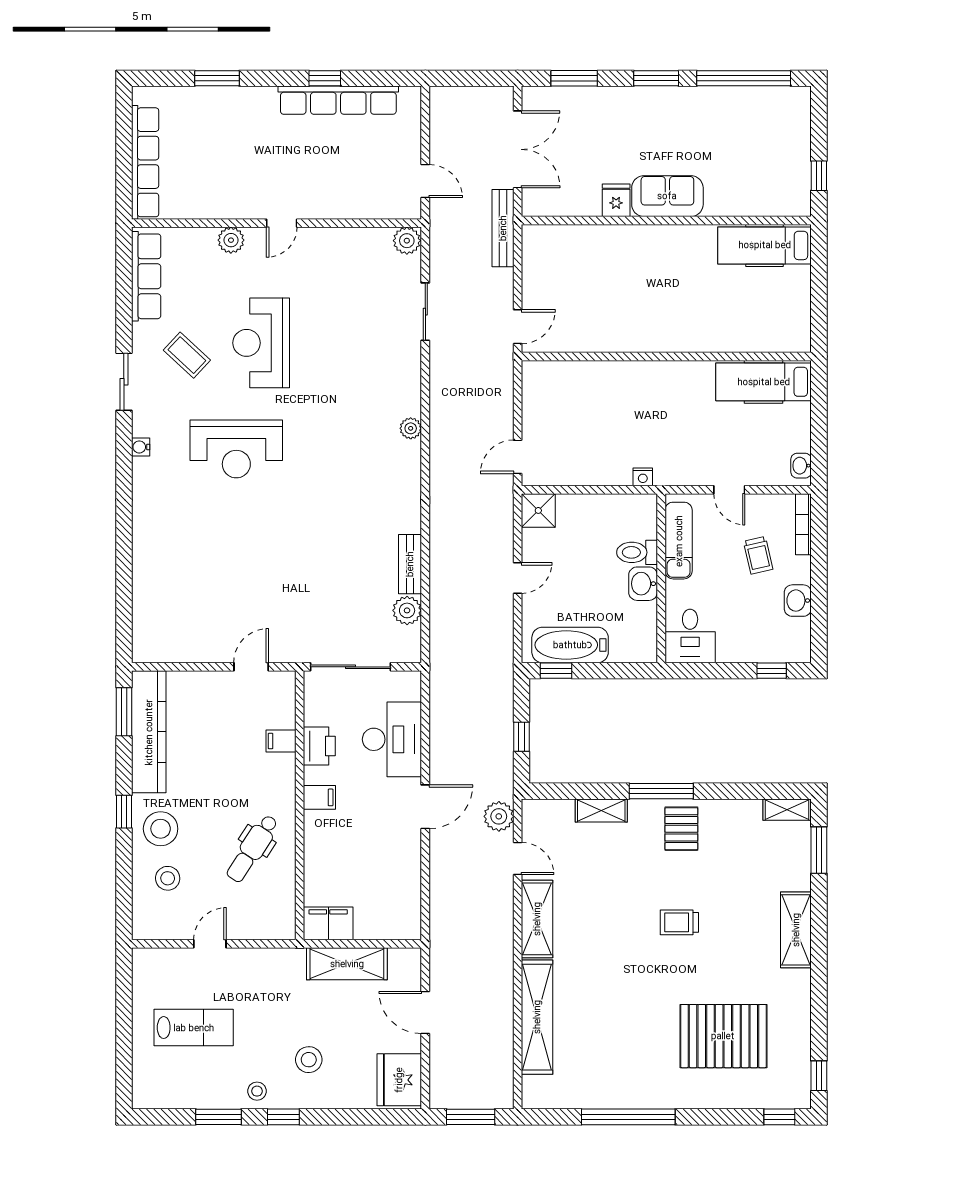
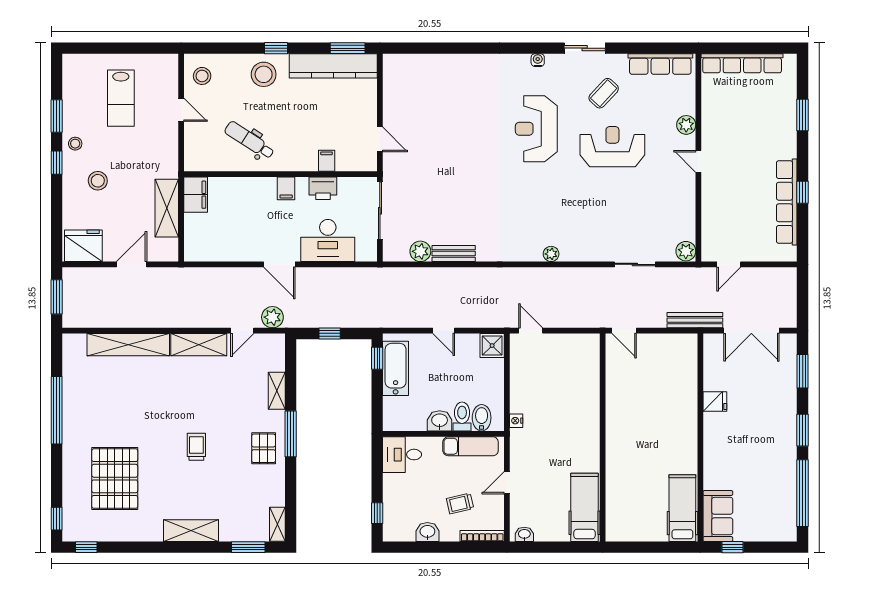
sofa: (667, 196) -> (718, 516), moved
bidet: (639, 525) -> (482, 418), added
pallet: (681, 829) -> (264, 448), turned 90
stool: (168, 878) -> (202, 76), moved

